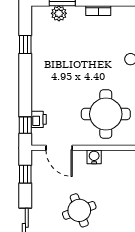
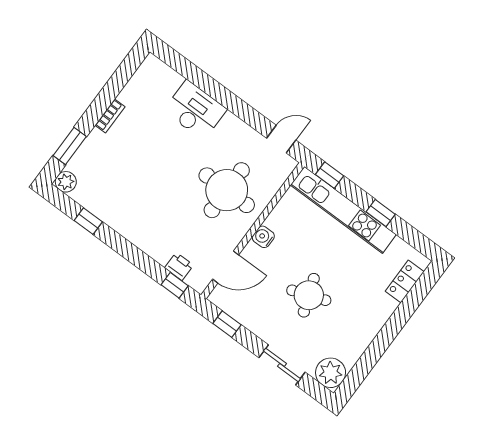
plant: (59, 13) -> (66, 182), moved

